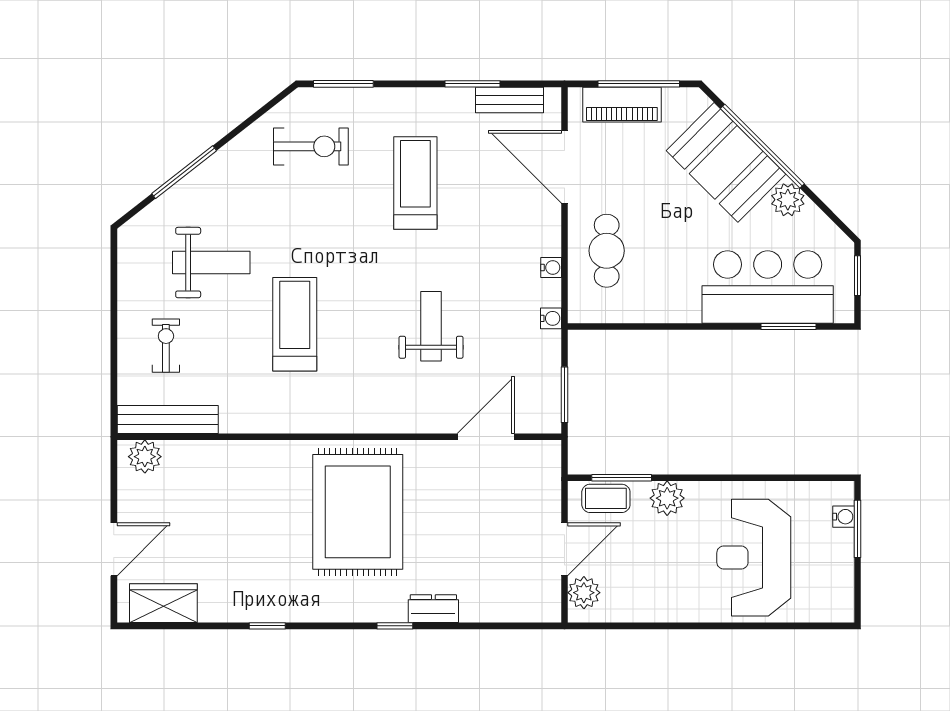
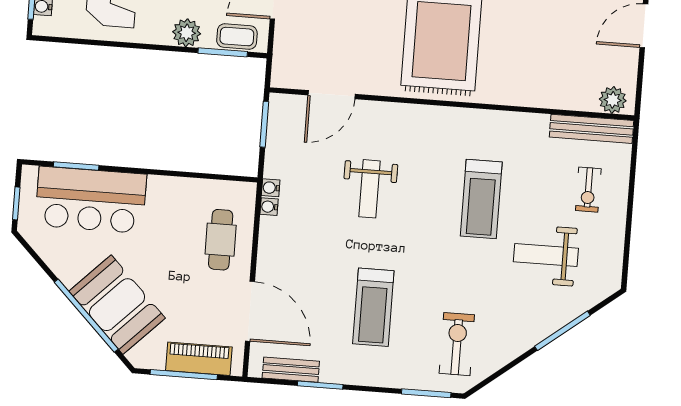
exercise bike: (311, 146) -> (457, 344), turned 90
plant: (788, 200) -> (69, 270), removed
water cooler: (551, 268) -> (269, 207), moved

